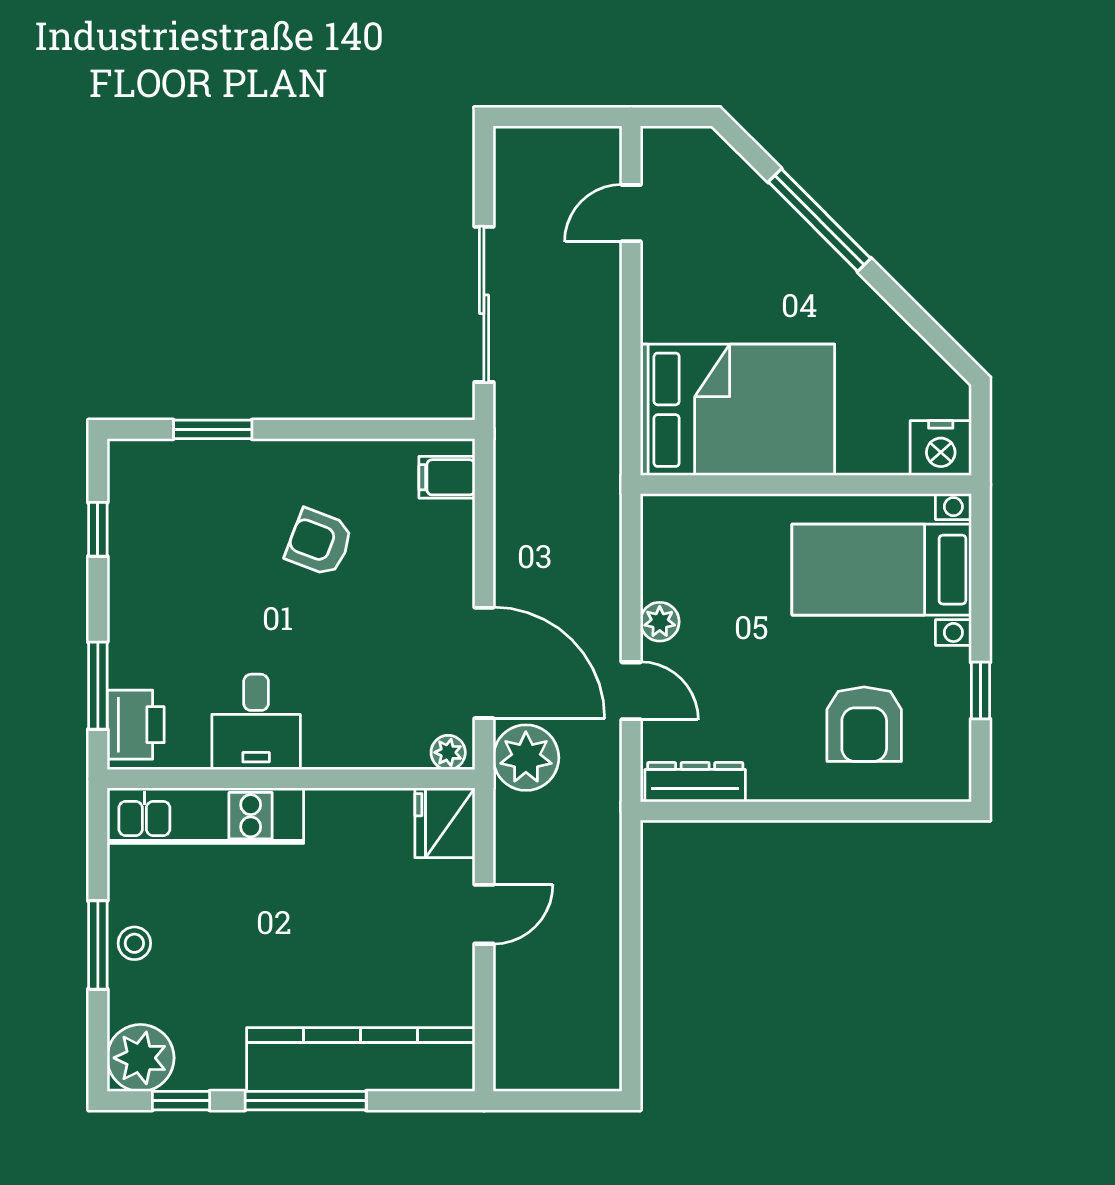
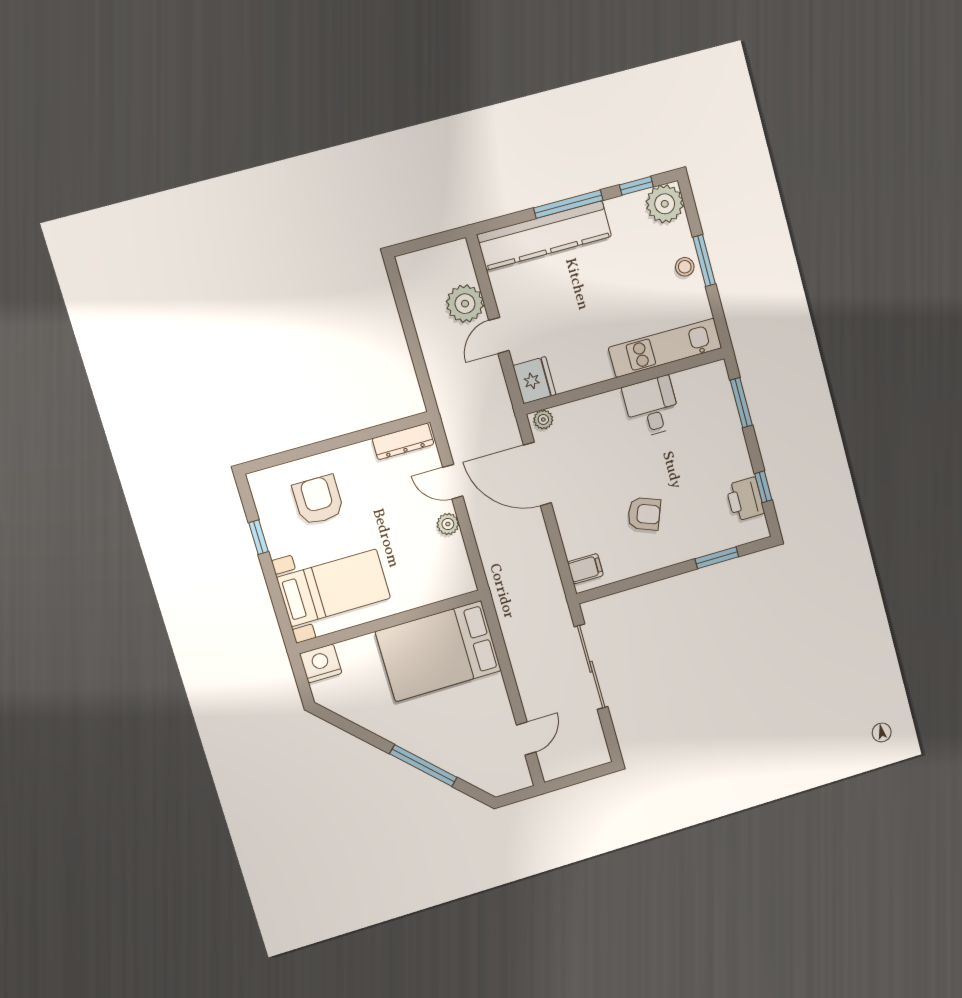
printer: (136, 725) -> (745, 499), moved
plant: (526, 758) -> (465, 304), moved

